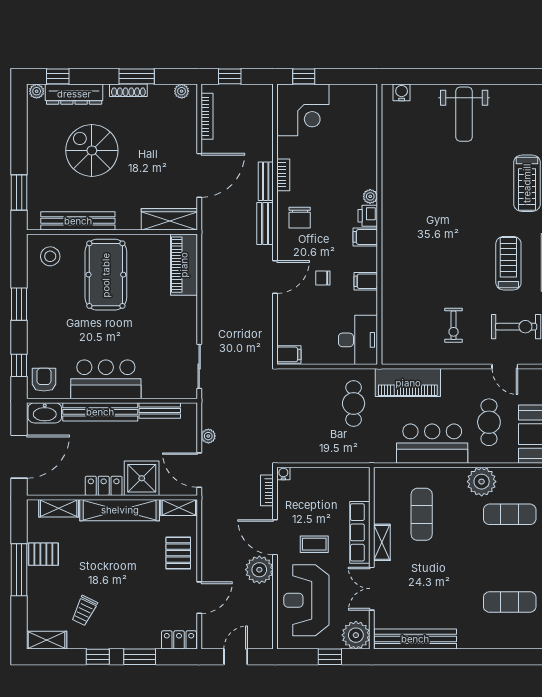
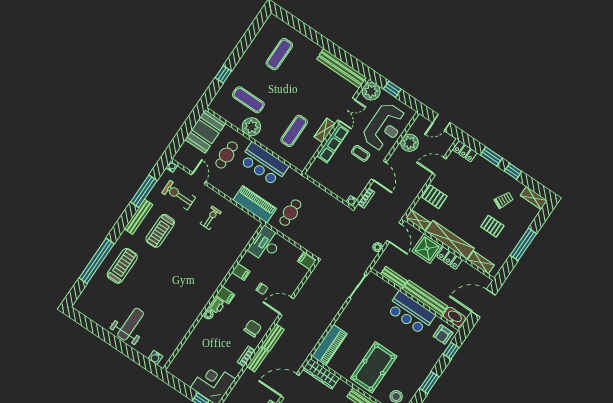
pallet: (178, 553) -> (435, 197), turned 90
pallet: (43, 554) -> (492, 226), moved
plant: (259, 570) -> (410, 143), moved
exercise mat: (510, 602) -> (279, 54), turned 90

